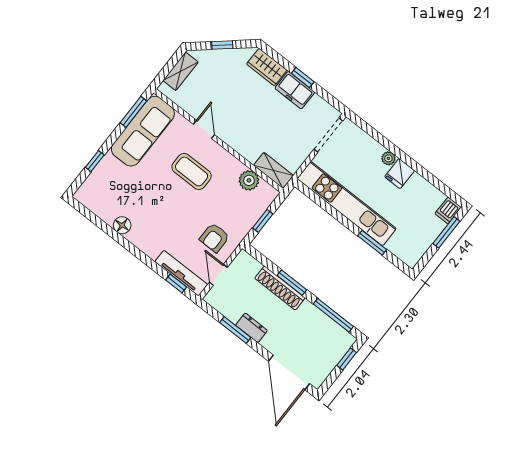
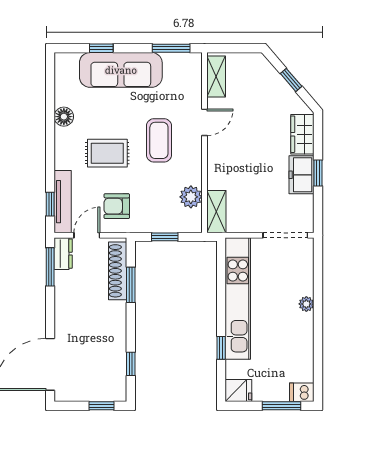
shelving: (181, 71) -> (216, 77), moved, turned 90
sofa: (143, 131) -> (121, 70), moved
fridge: (400, 174) -> (238, 391), moved, turned 180
rug: (172, 215) -> (107, 153), added
window: (372, 243) -> (221, 348), width x0.67
window: (292, 283) -> (131, 285), moved
shoe rack: (280, 288) -> (118, 271), moved
window: (333, 315) -> (131, 364), width x0.46
dresser: (251, 328) -> (63, 254), moved
window: (235, 330) -> (50, 267), moved

